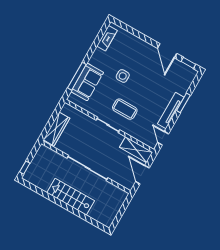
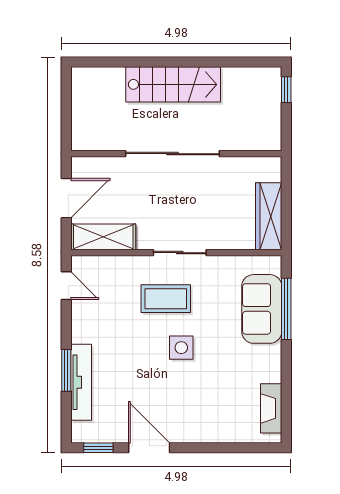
side table: (123, 76) -> (181, 348), moved
tv unit: (171, 111) -> (81, 382), moved
wardrobe: (57, 129) -> (269, 216), moved
door: (142, 175) -> (66, 198), hinge flipped

